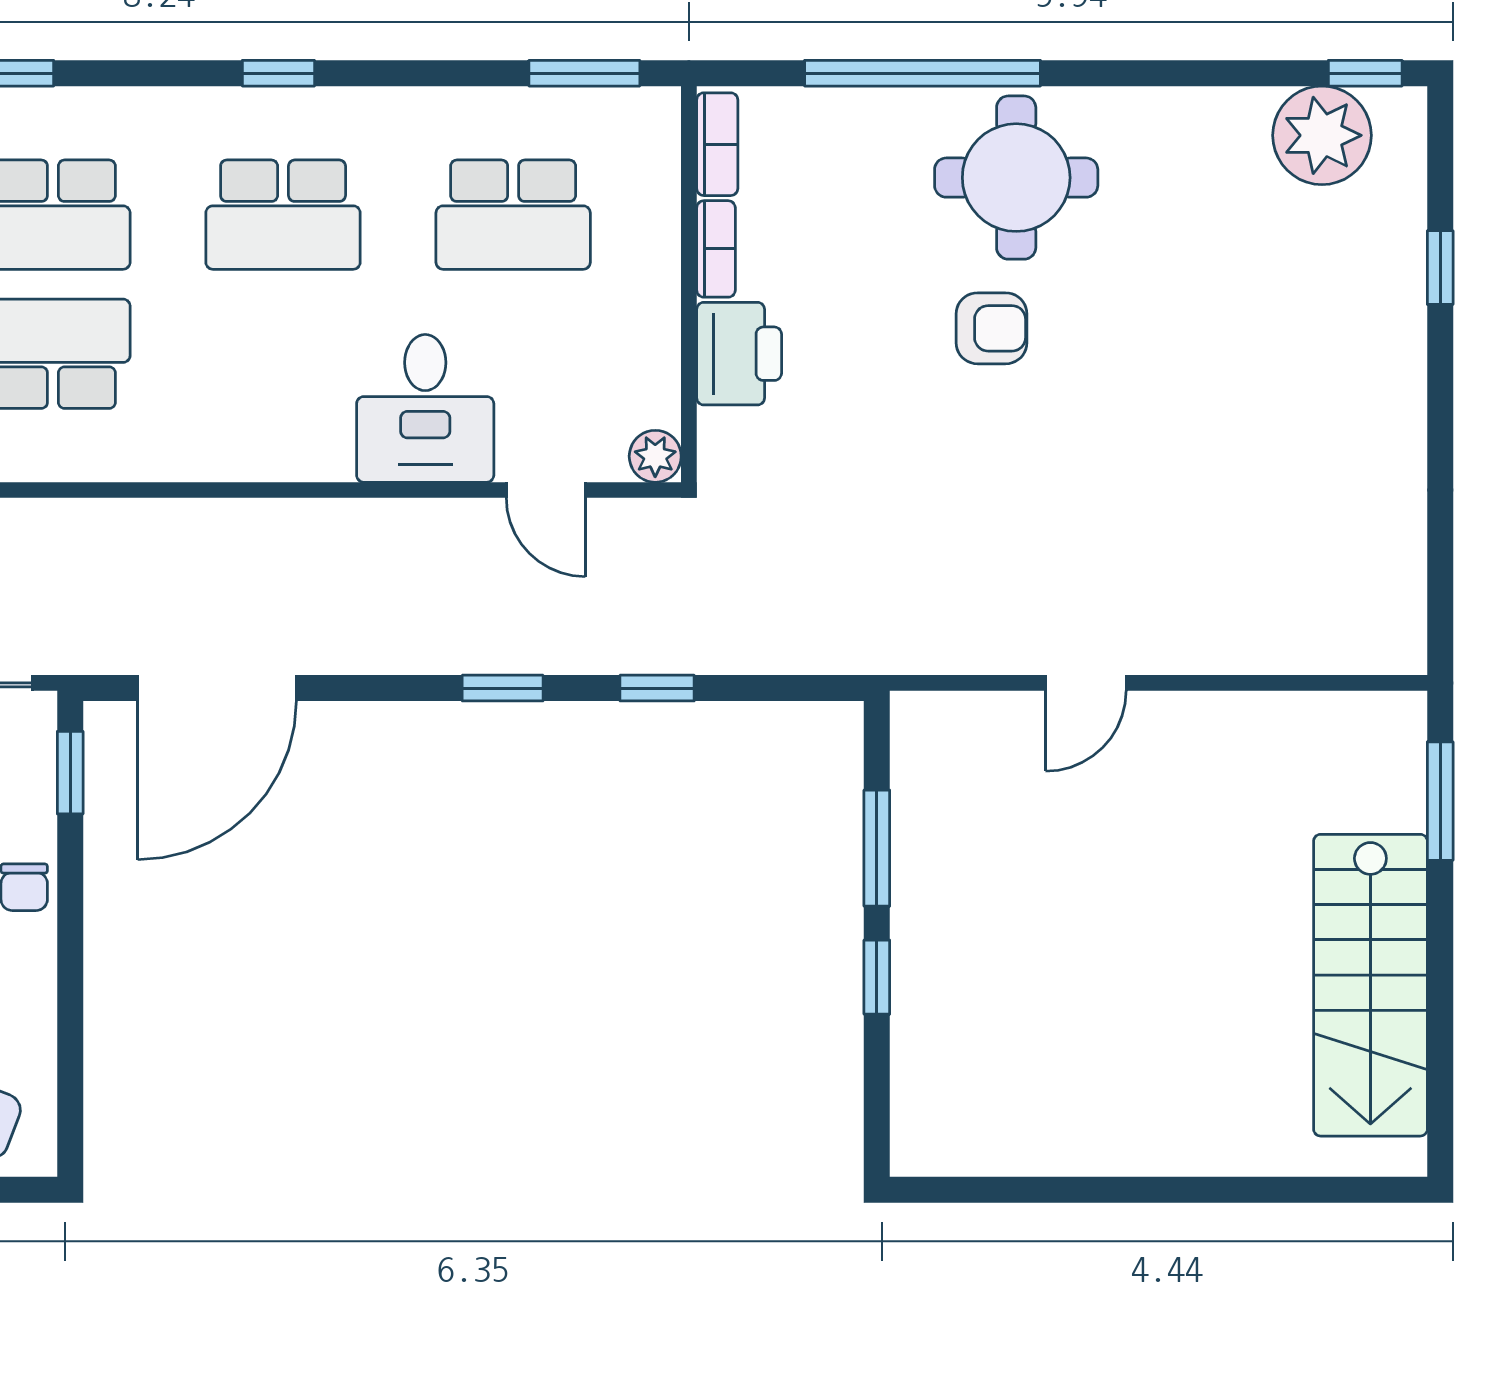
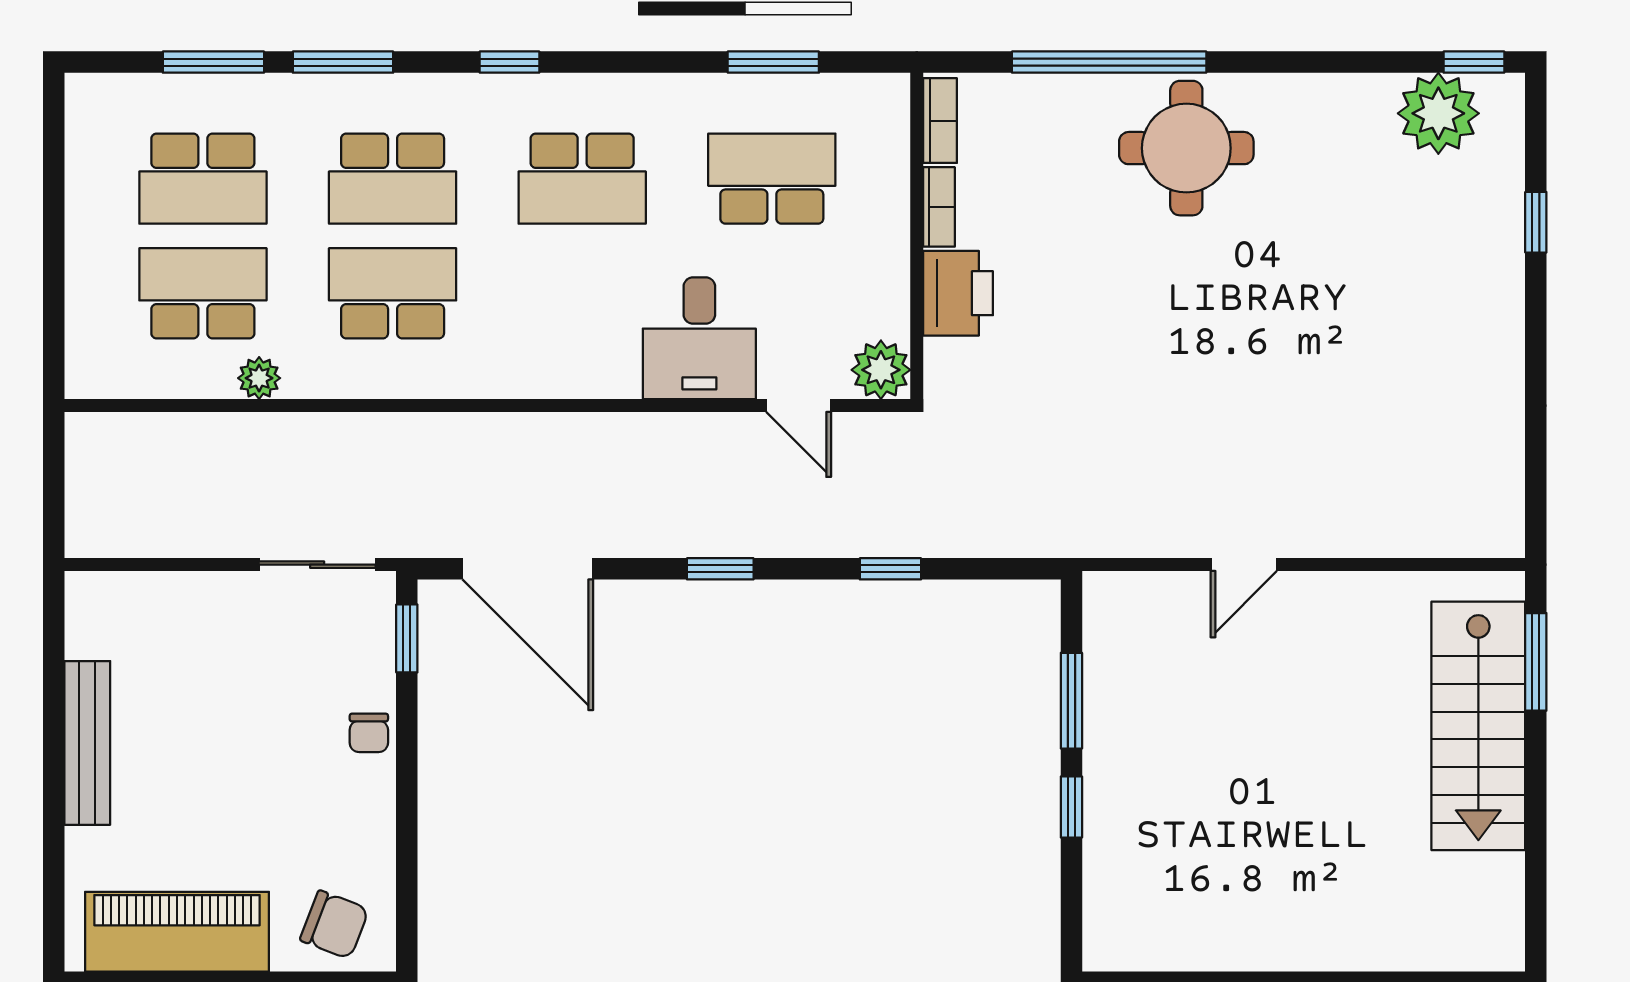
window: (278, 73) -> (510, 62), moved
window: (584, 73) -> (773, 62), moved
school desk: (513, 215) -> (772, 179), turned 180
armchair: (992, 328) -> (1166, 272), removed
plant: (655, 456) -> (881, 370), width x1.38, depth x1.38
door: (217, 688) -> (528, 569), hinge flipped
window: (503, 688) -> (720, 569), moved
stairs: (1370, 985) -> (1478, 726), moved

